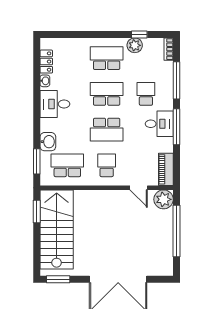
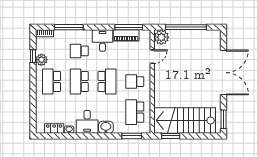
window: (177, 127) -> (129, 27), moved
washbasin: (48, 142) -> (106, 127), moved
piano: (166, 169) -> (126, 35), moved

